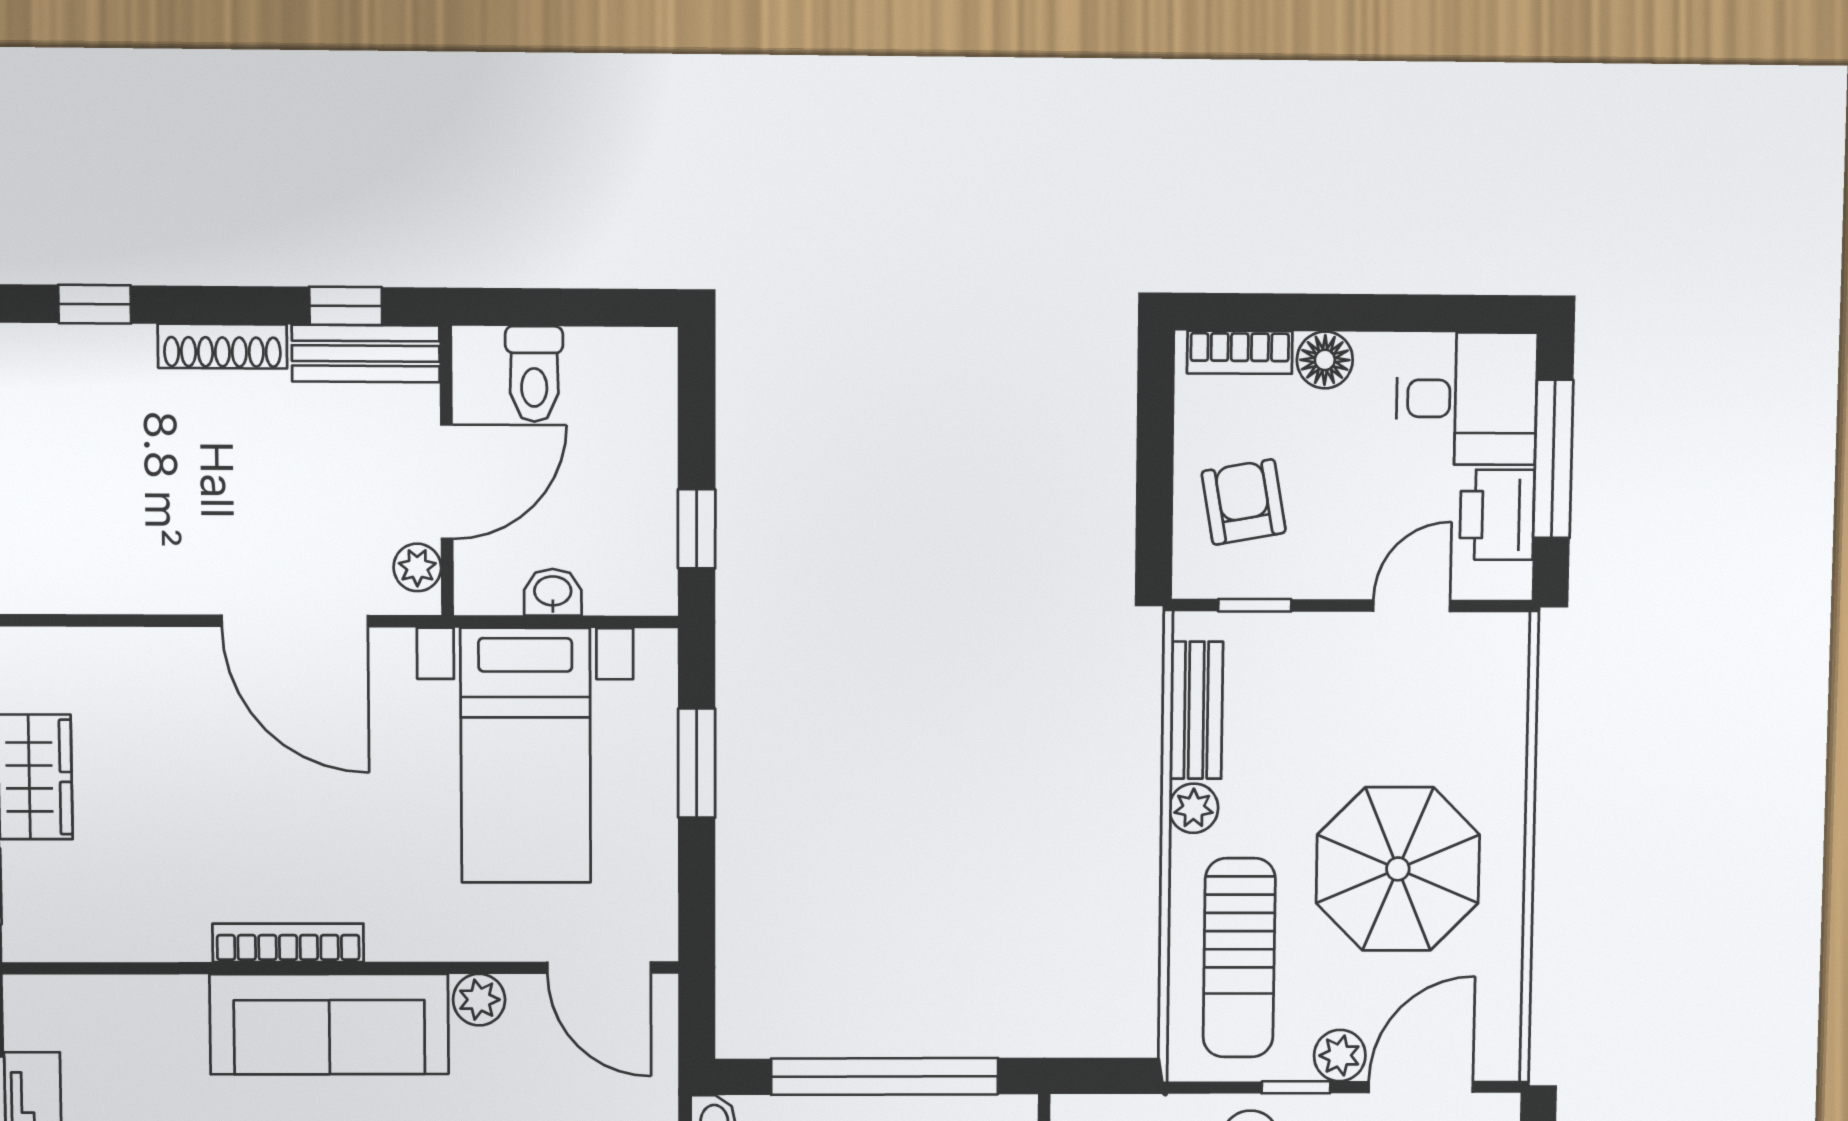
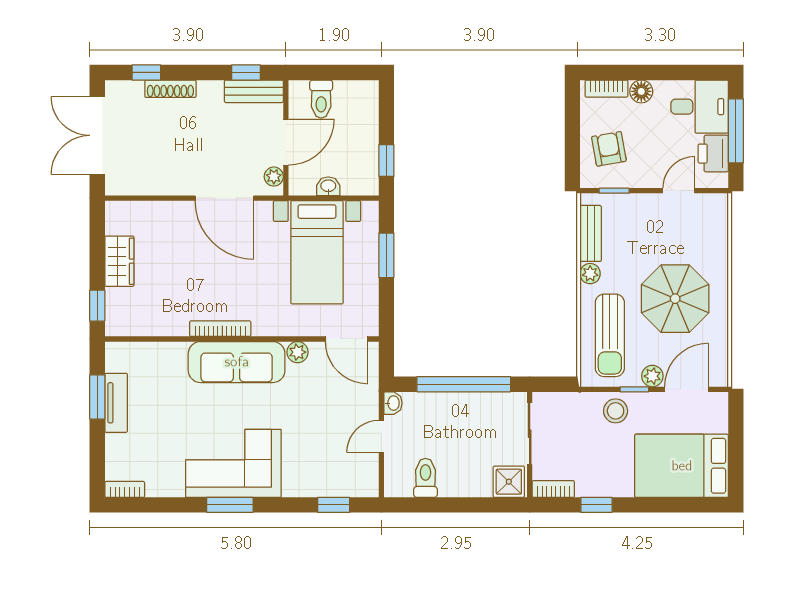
shoe rack: (222, 346) -> (170, 89), moved

